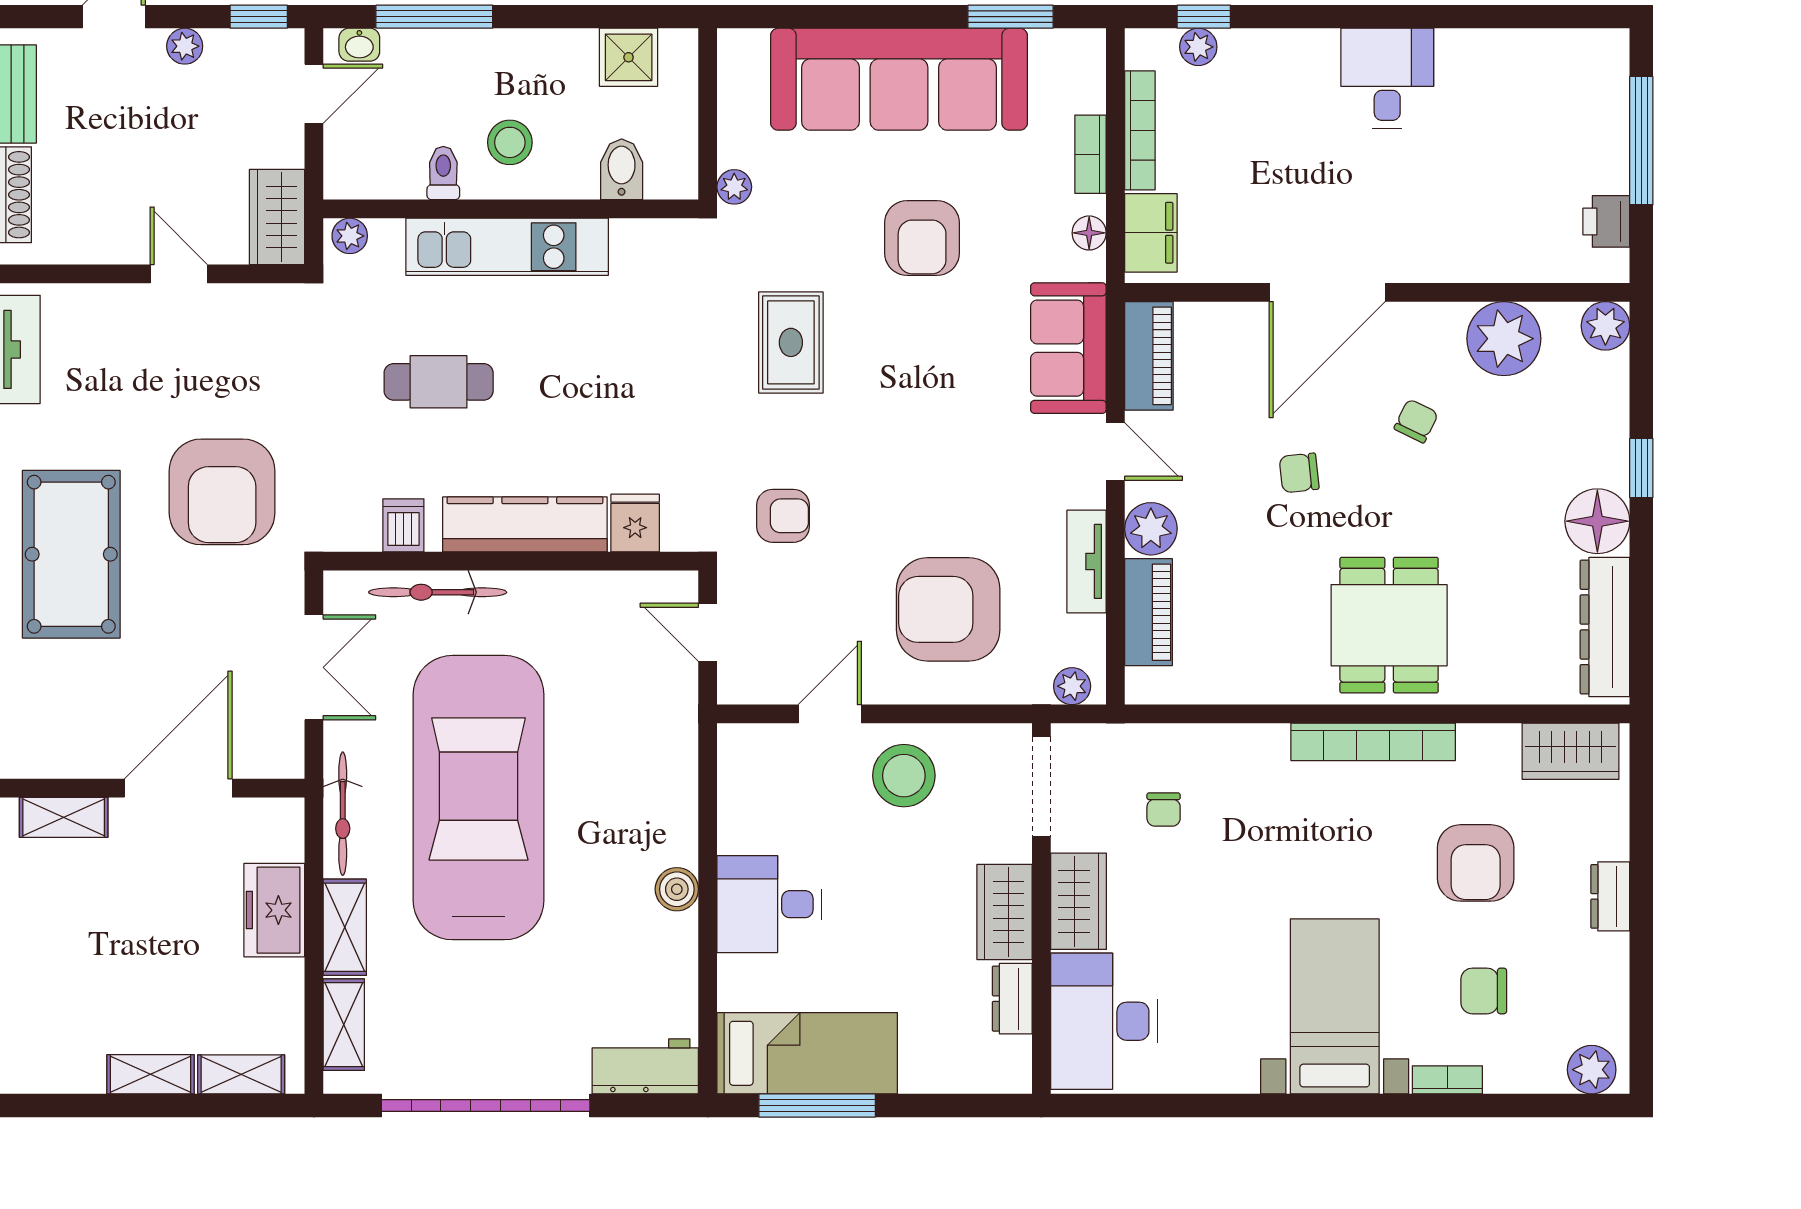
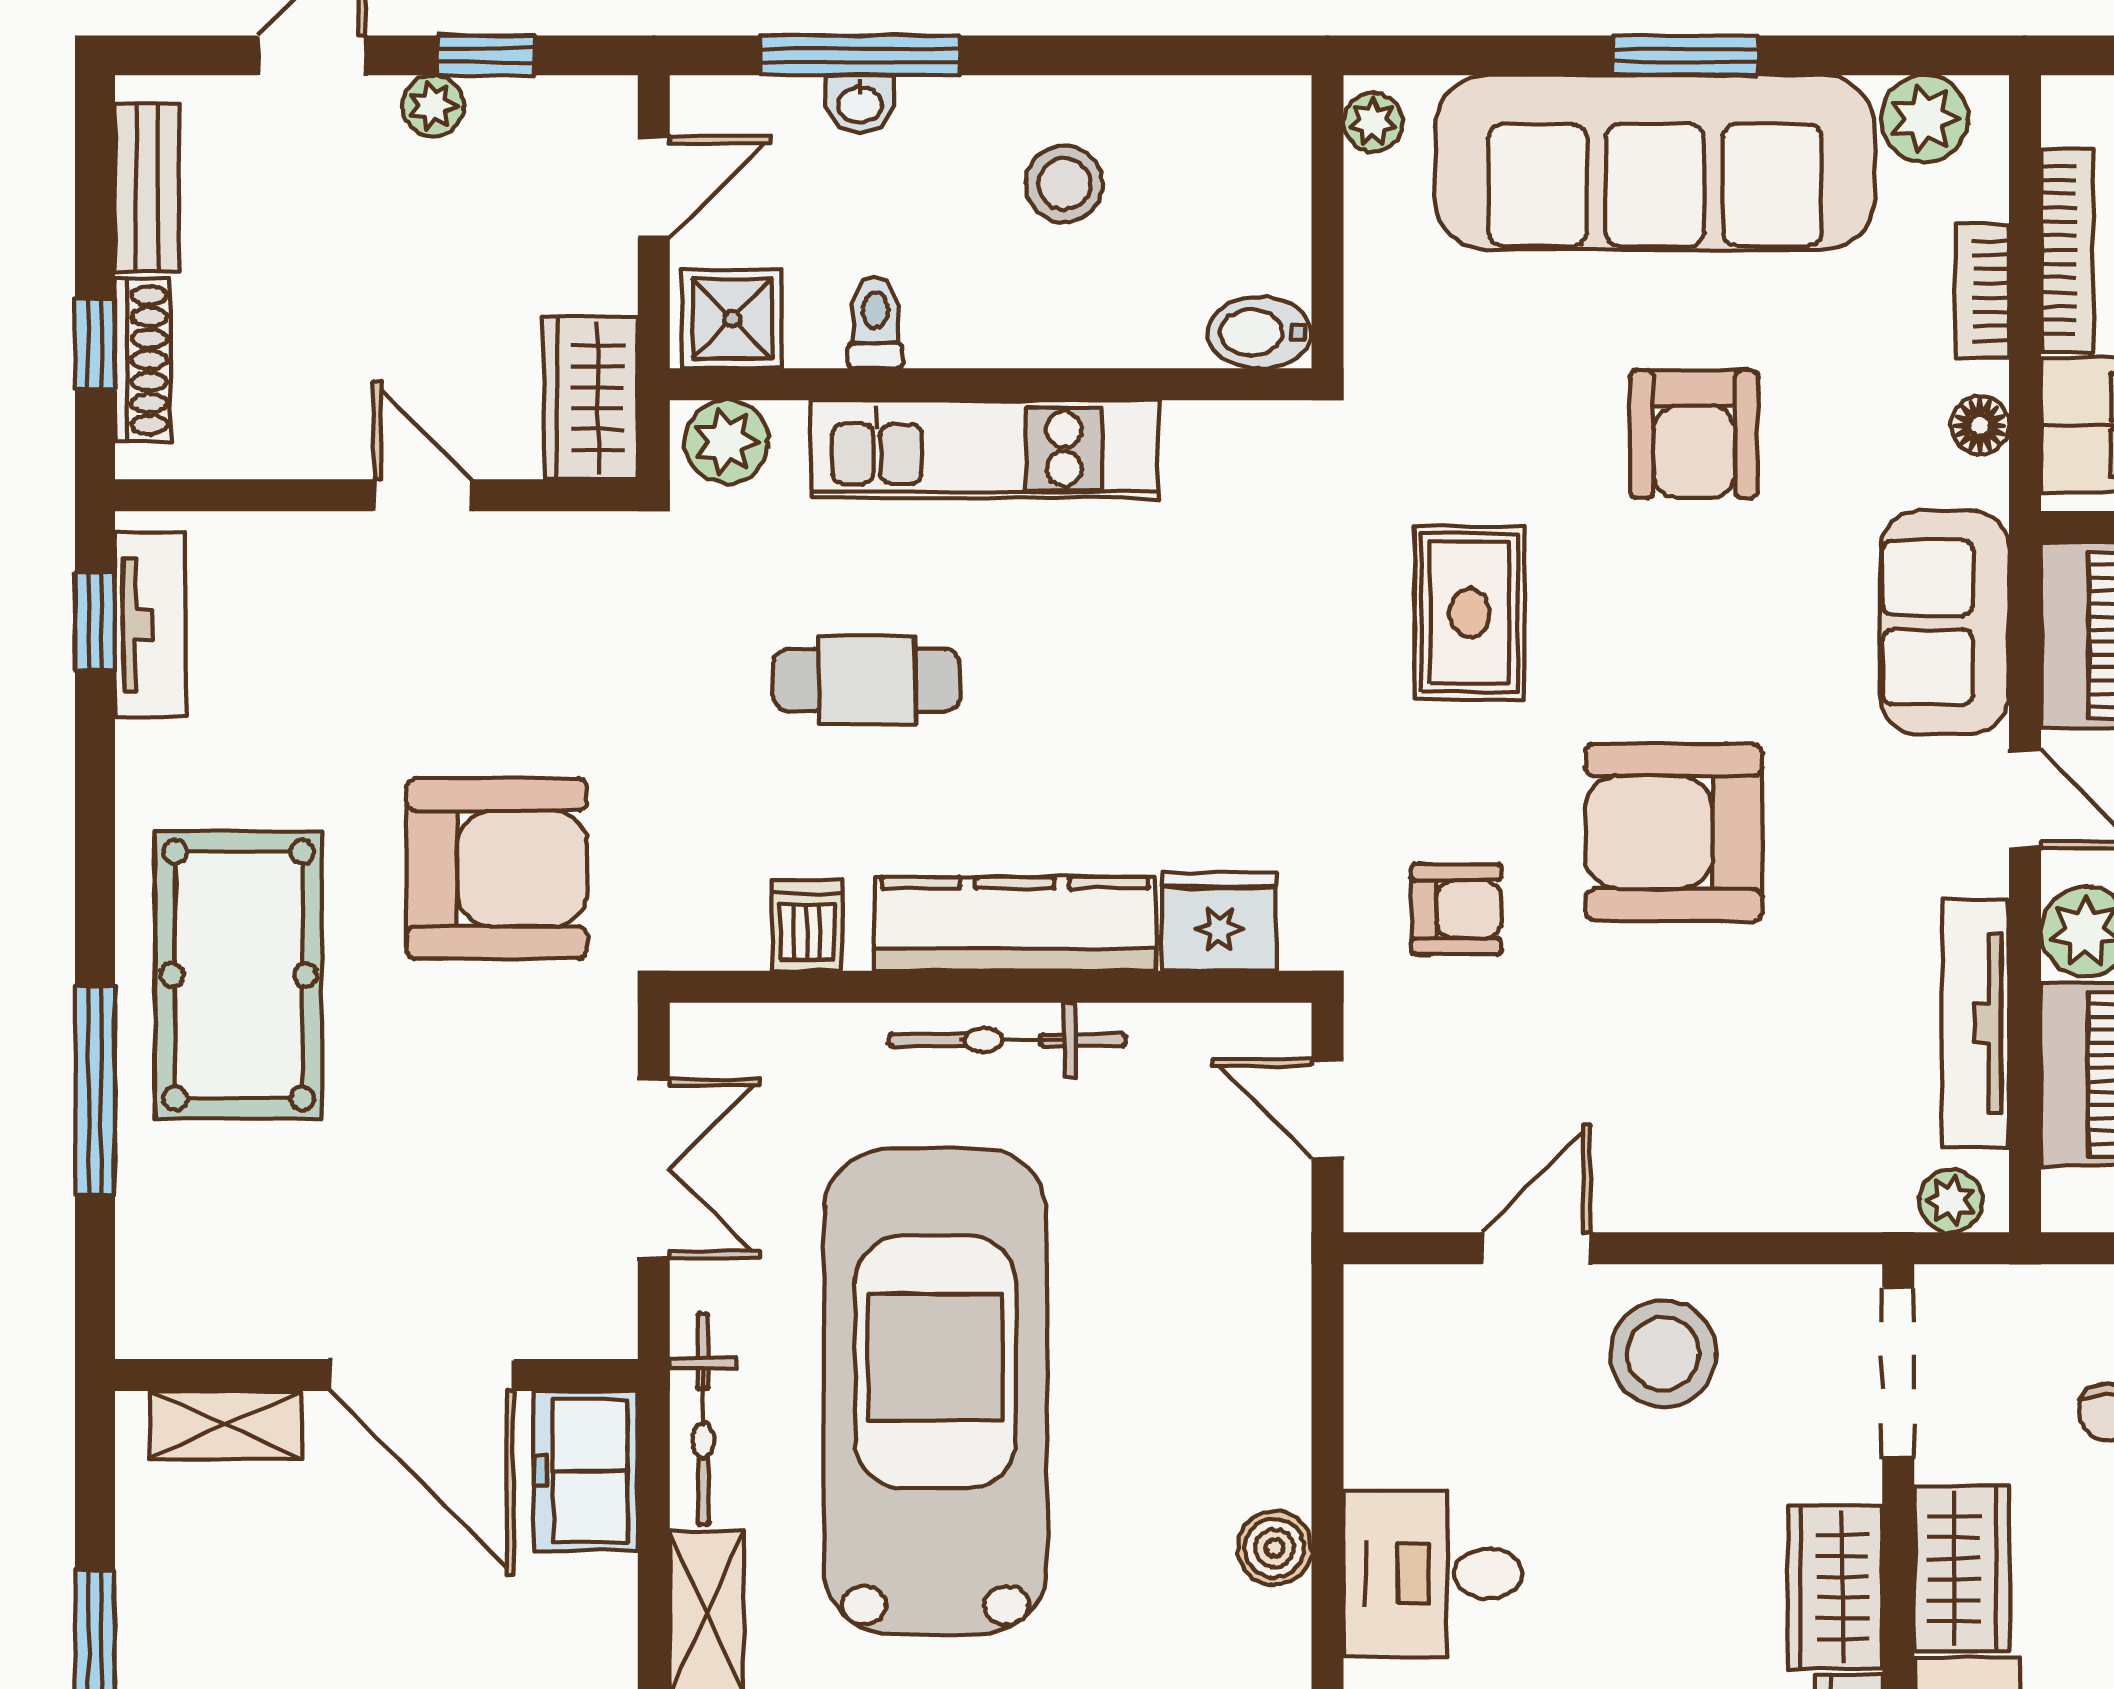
window: (259, 17) -> (486, 55), moved
window: (1010, 17) -> (1685, 55), moved
washbasin: (359, 45) -> (860, 103), moved
plant: (1057, 54) -> (1924, 119), added
shower: (629, 57) -> (732, 319), moved
stool: (510, 142) -> (1064, 184), moved
bidet: (622, 169) -> (1260, 333), moved, turned -90
plant: (734, 187) -> (1373, 122), moved
plant: (350, 236) -> (726, 442), width x1.38, depth x1.38
armchair: (222, 492) -> (497, 868), turned -90
fridge: (635, 523) -> (1219, 922), width x1.38
tv unit: (1087, 561) -> (1976, 1023), width x1.41
bicycle: (438, 592) -> (1007, 1040), moved
armchair: (948, 609) -> (1674, 832), moved
door: (178, 788) -> (422, 1375), swing flipped
freezer: (274, 910) -> (586, 1471), moved

